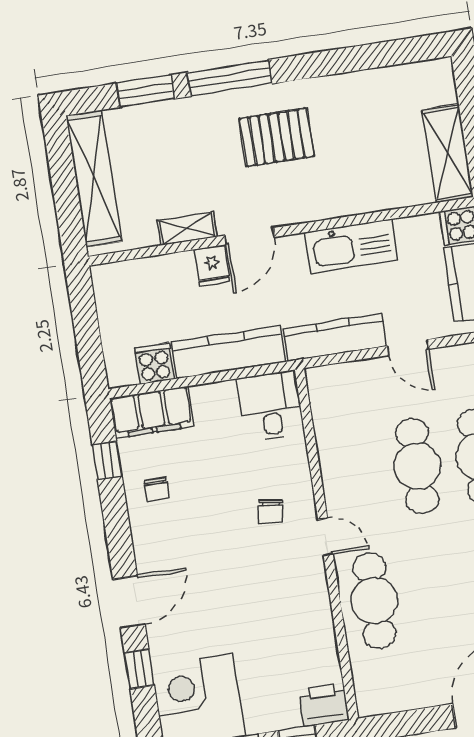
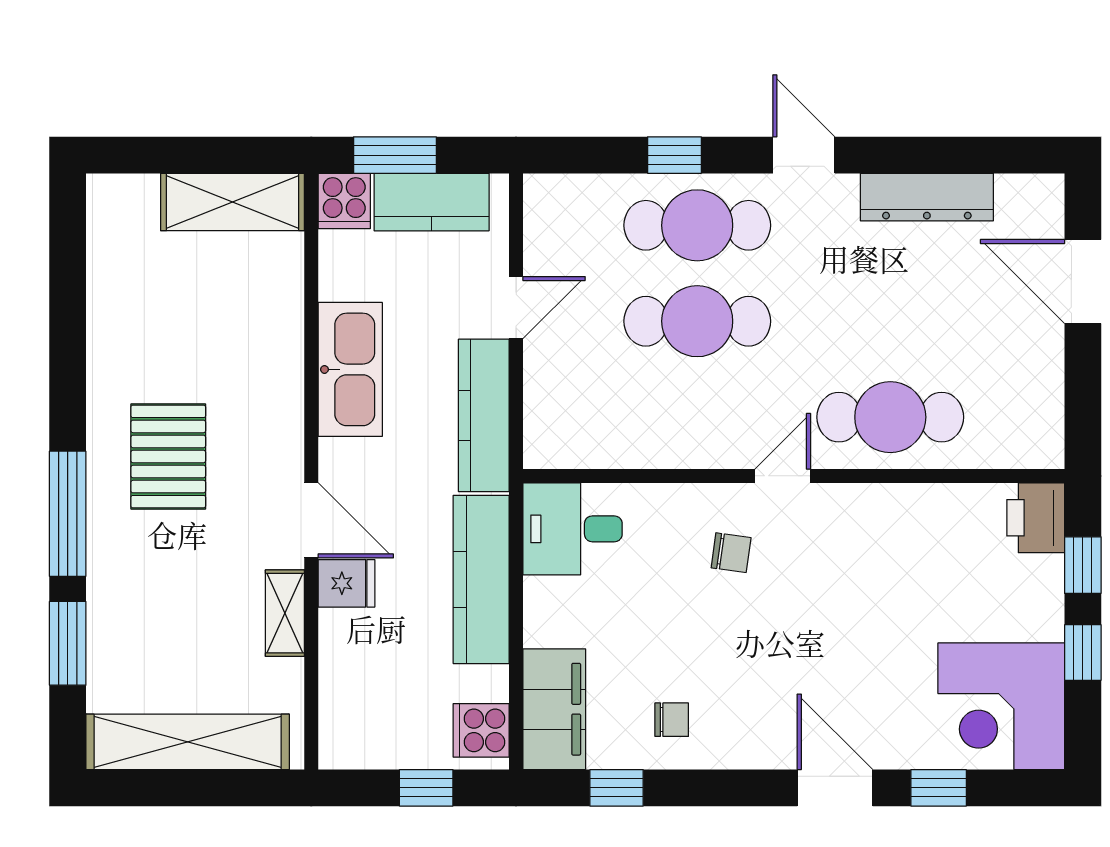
window: (88, 337) -> (426, 788), added
cooker: (154, 364) -> (481, 730), moved

